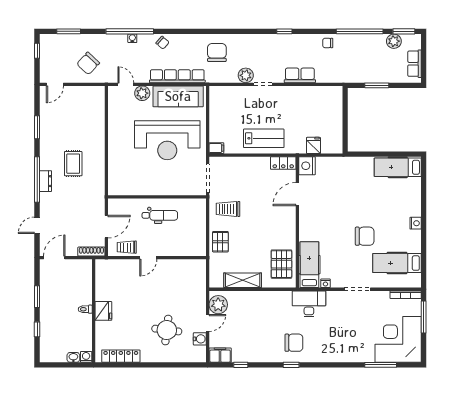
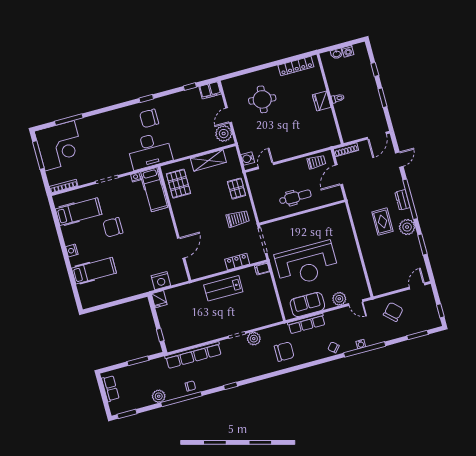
window: (360, 31) -> (181, 399), moved
plant: (394, 41) -> (159, 396), moved
chair: (217, 53) -> (284, 352), turned -90
row of seats: (300, 75) -> (193, 355), width x2.02
row of seats: (177, 76) -> (306, 324), width x0.73
sofa: (178, 96) -> (307, 304), width x0.73
window: (345, 107) -> (160, 335), added
reception desk: (167, 140) -> (307, 264), turned 180
fridge: (313, 145) -> (159, 299), moved
plant: (48, 151) -> (407, 227), added
locker: (283, 163) -> (237, 262), moved
nightstand: (307, 166) -> (161, 281), moved, turned 90
hospital bed: (398, 167) -> (94, 271), moved
dental chair: (160, 215) -> (295, 197), turned 180
door: (148, 258) -> (266, 166), moved
desk: (309, 304) -> (150, 151), width x1.36, depth x1.30
window: (424, 317) -> (38, 155), moved
water cooler: (200, 339) -> (248, 159), moved
washing machine: (86, 357) -> (348, 51), moved

